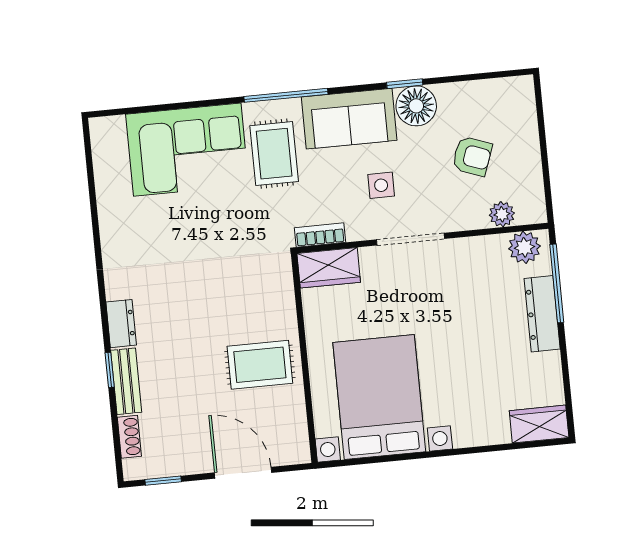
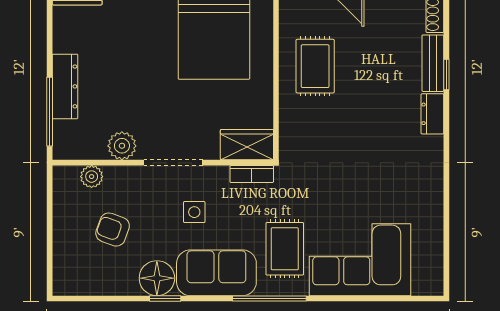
plant: (524, 247) -> (122, 146), moved
rug: (260, 365) -> (315, 66), turned 90

